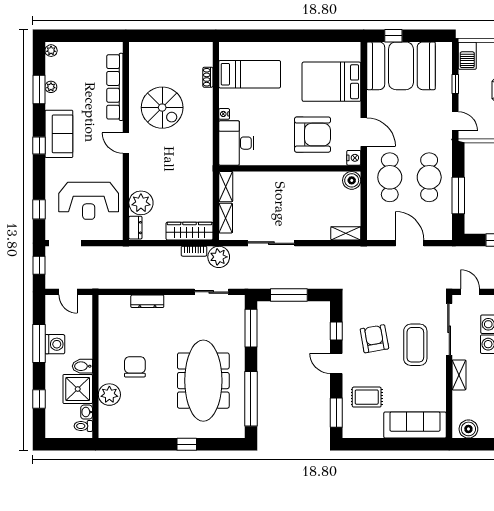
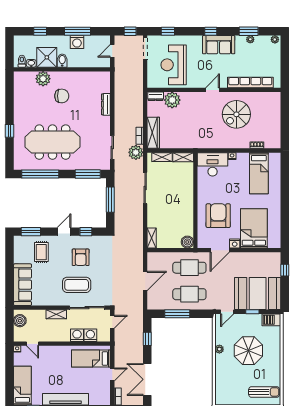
booth: (401, 66) -> (258, 294), moved, turned 90
armchair: (313, 135) -> (218, 216), turned 180
nightstand: (354, 158) -> (235, 243), moved
armchair: (374, 339) -> (81, 257), turned 100

